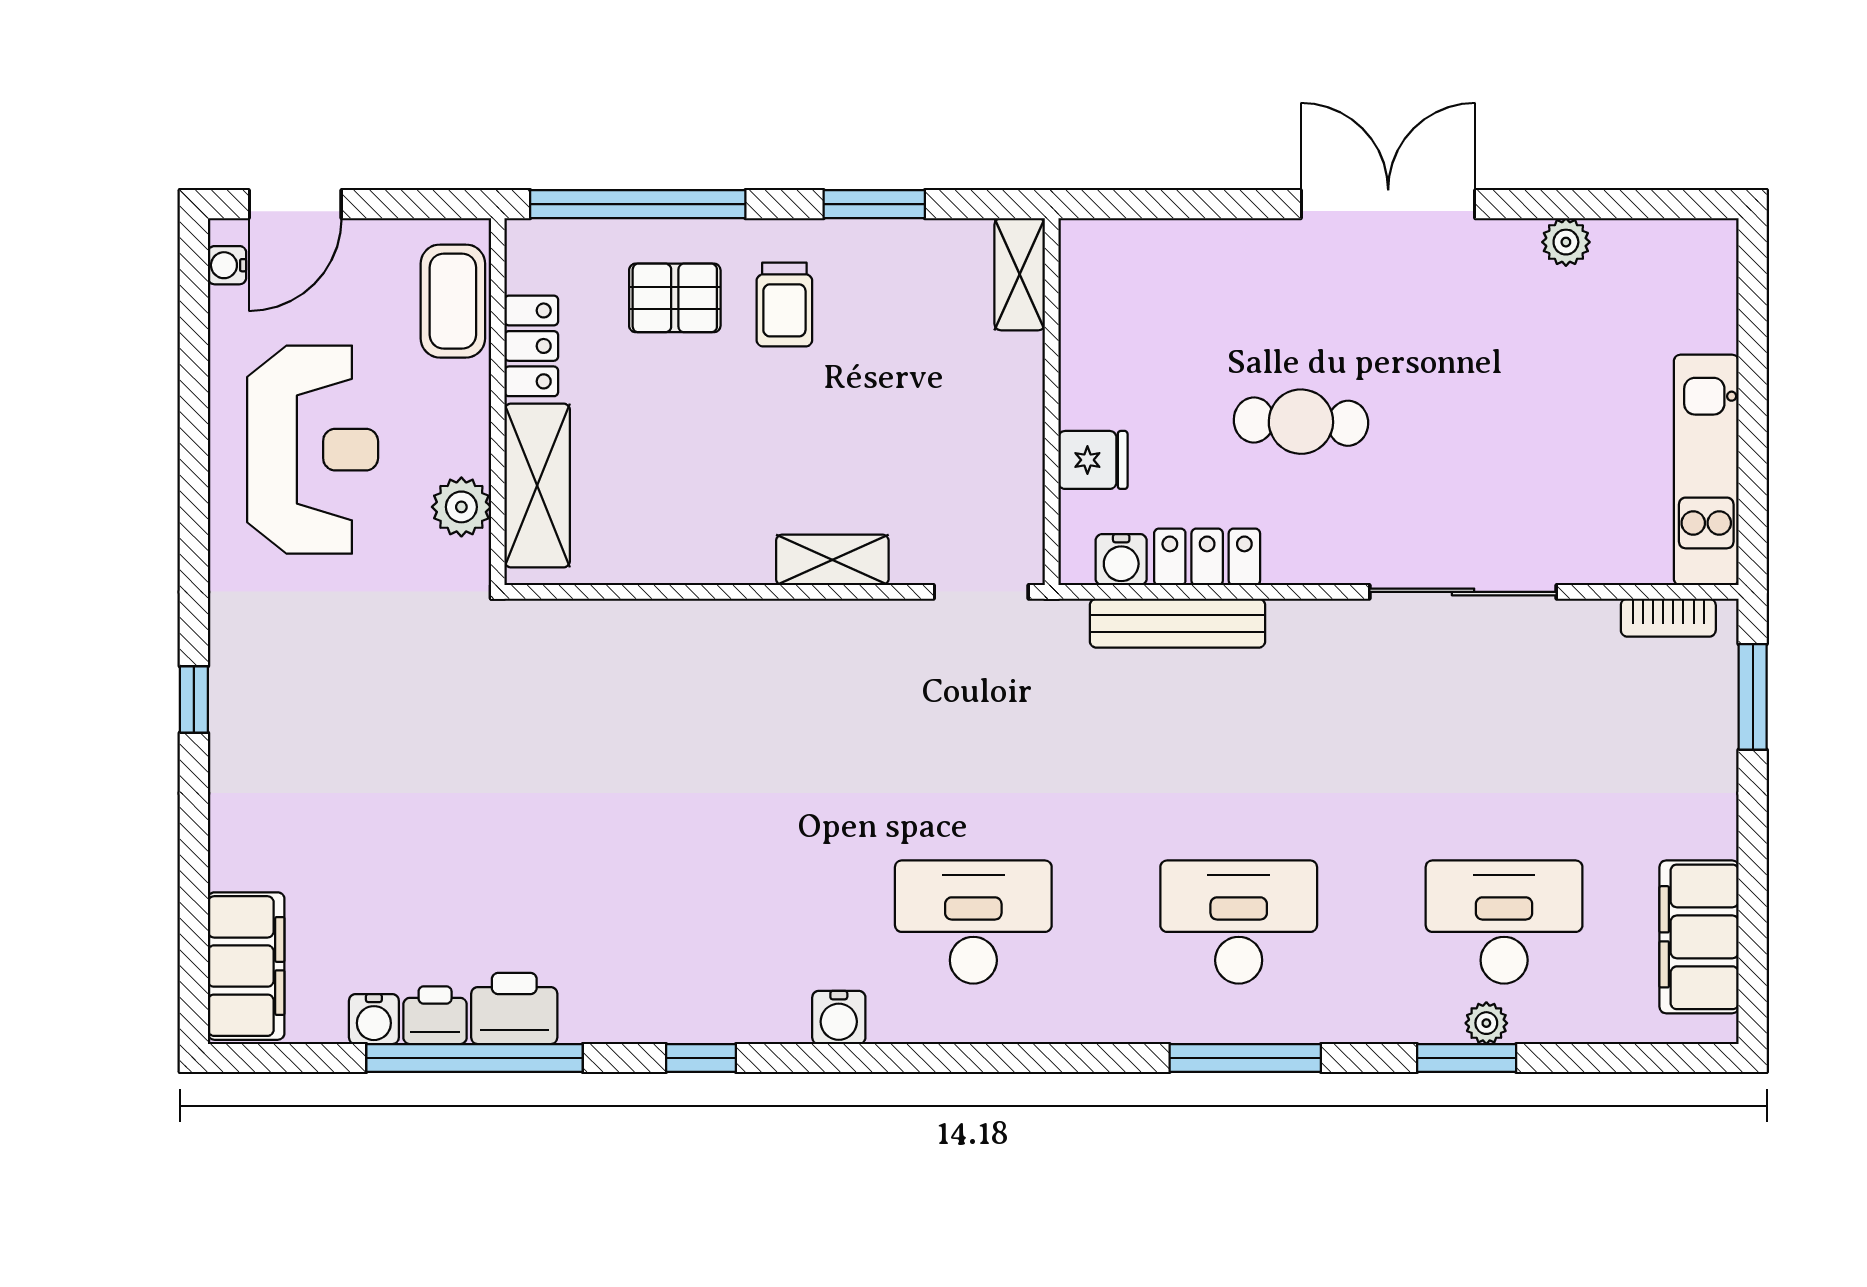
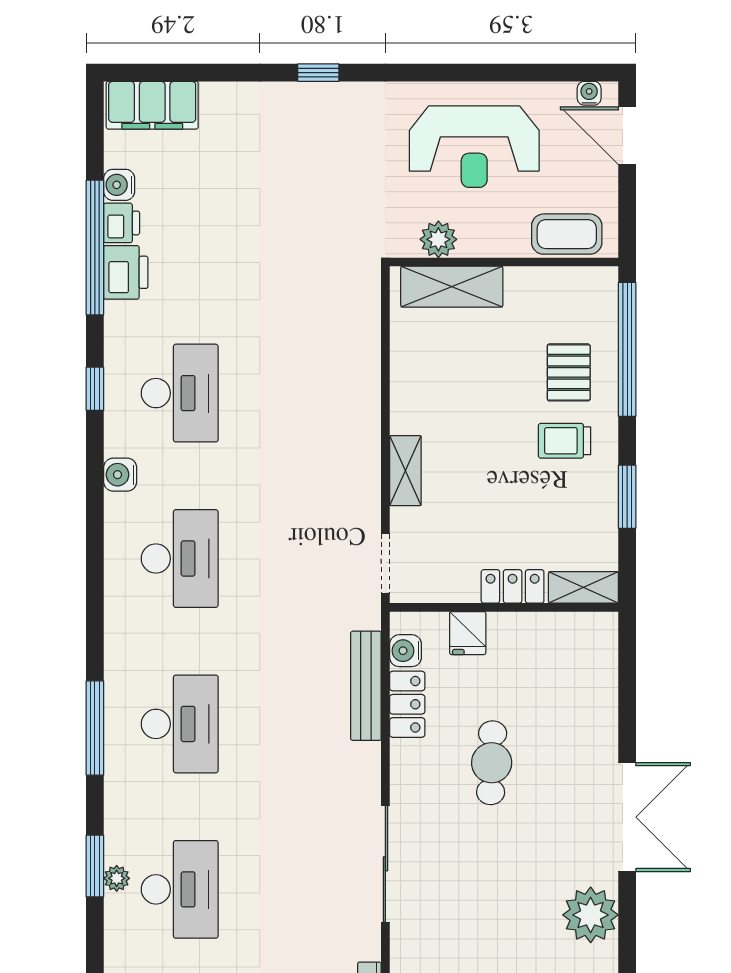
plant: (1566, 242) -> (591, 915), width x1.87, depth x1.87
locker: (531, 346) -> (513, 586), moved, turned 180
desk: (708, 922) -> (180, 393), added

